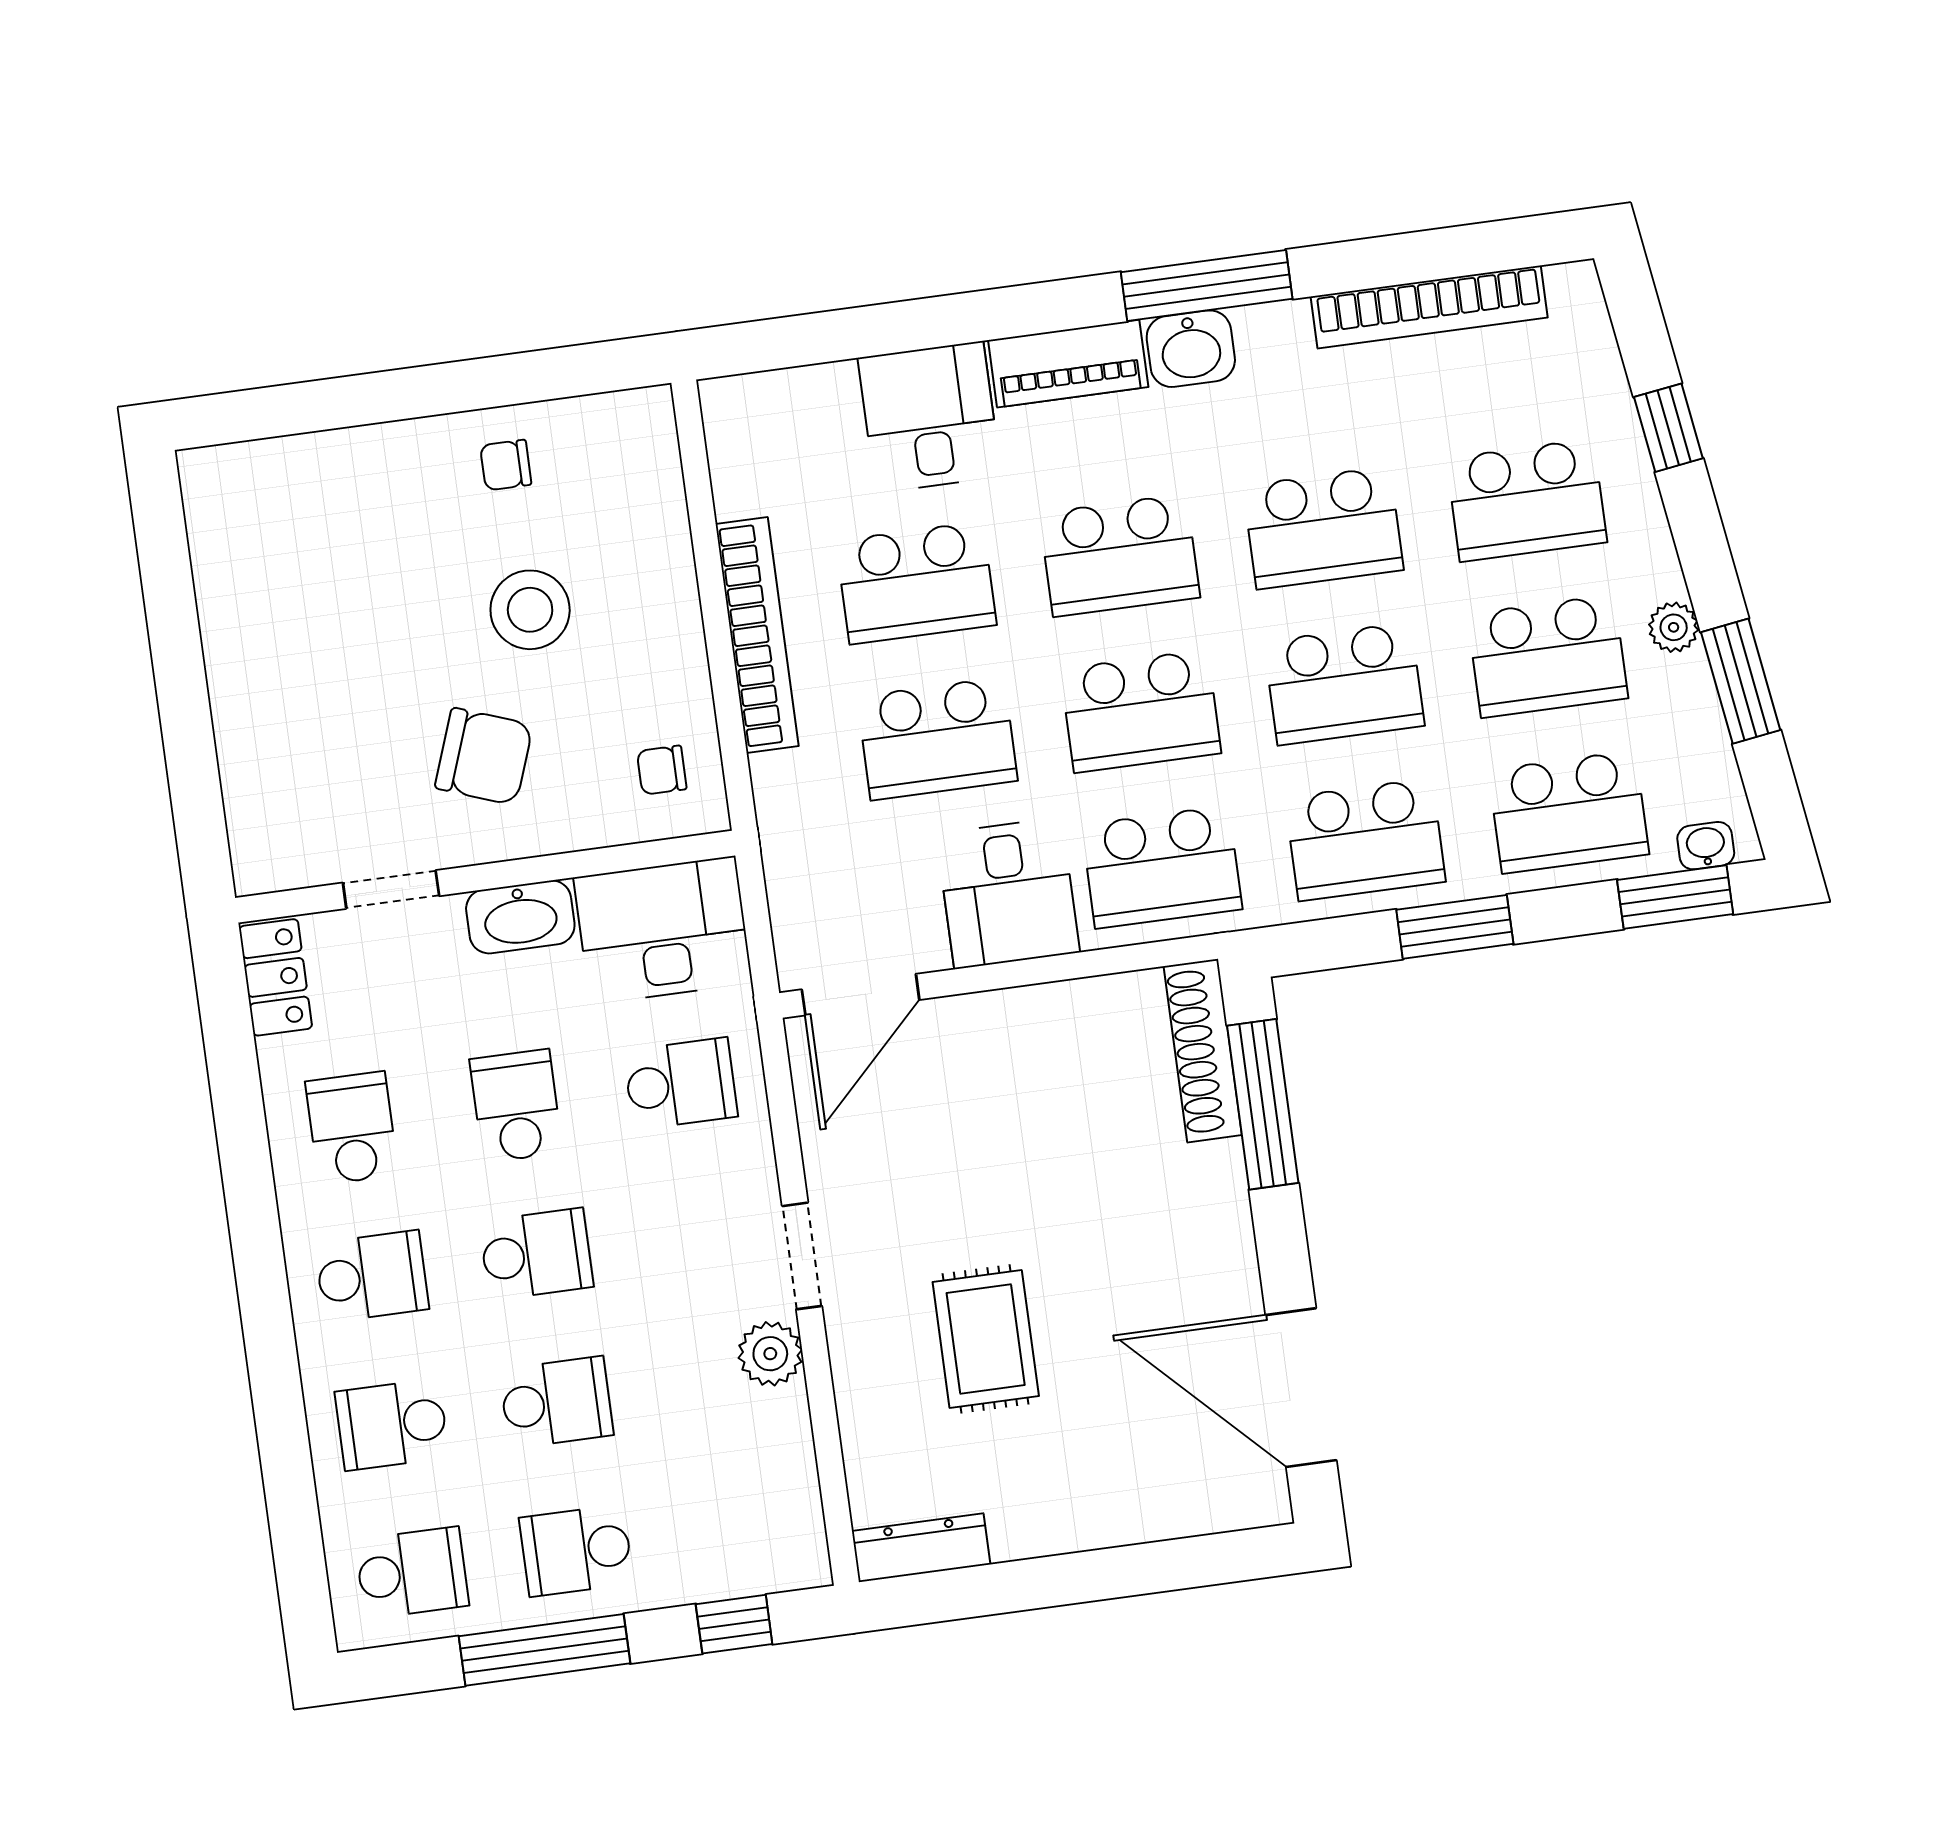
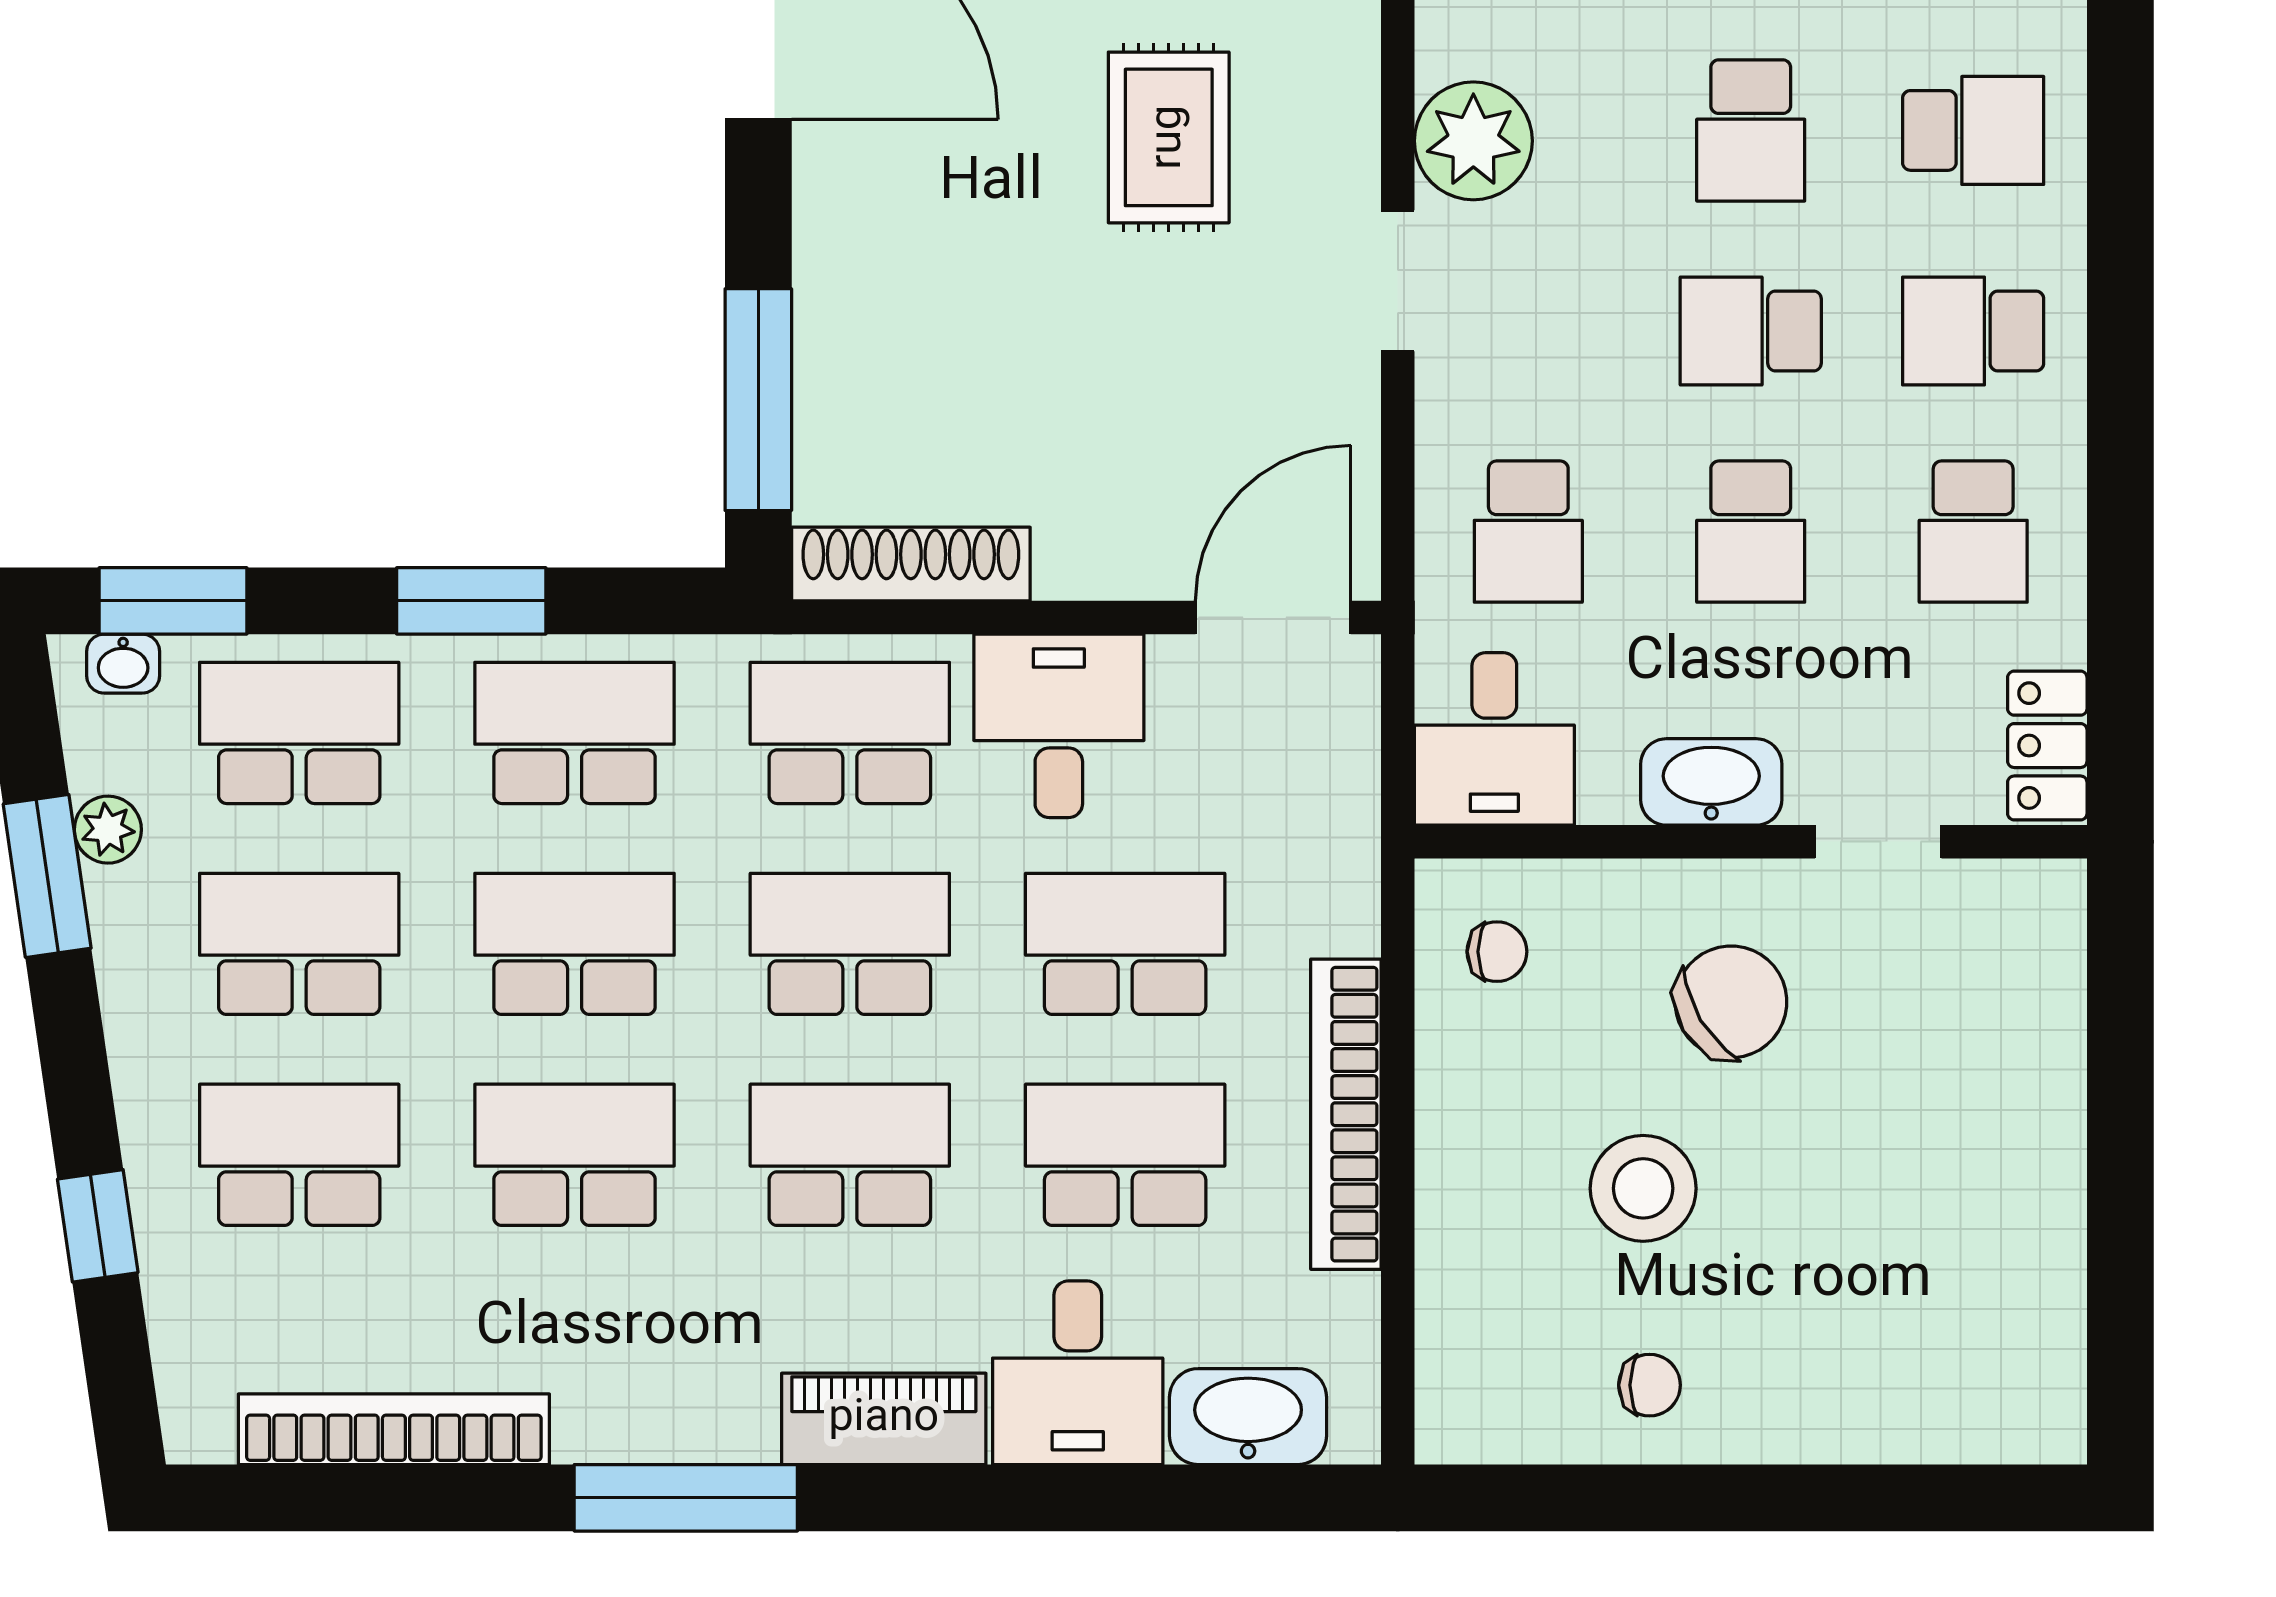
washbasin: (1191, 349) -> (1248, 1417), moved, width x1.38
plant: (1674, 627) -> (108, 830), moved
chair: (484, 756) -> (1731, 1002), turned 129
desk: (663, 930) -> (1494, 739), width x0.73
shoe rack: (1203, 1051) -> (911, 564), moved, turned -90
school desk: (681, 1084) -> (1528, 532), turned -90
plant: (770, 1354) -> (1473, 141), width x1.36, depth x1.36
school desk: (556, 1402) -> (1751, 130), turned -90

